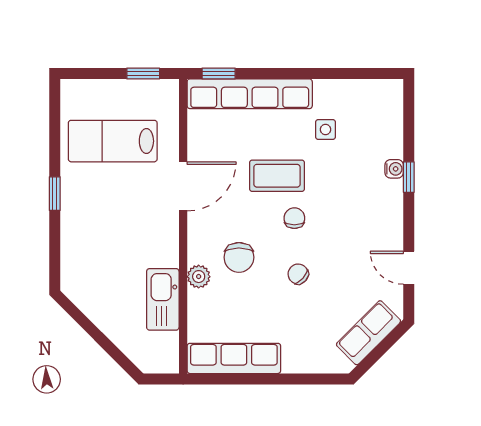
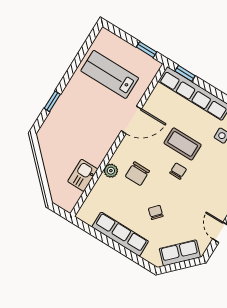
window: (55, 194) -> (52, 101), moved
chair: (298, 274) -> (156, 212), moved
kitchen sink: (163, 299) -> (83, 175), width x0.73
row of seats: (234, 358) -> (120, 234), moved

